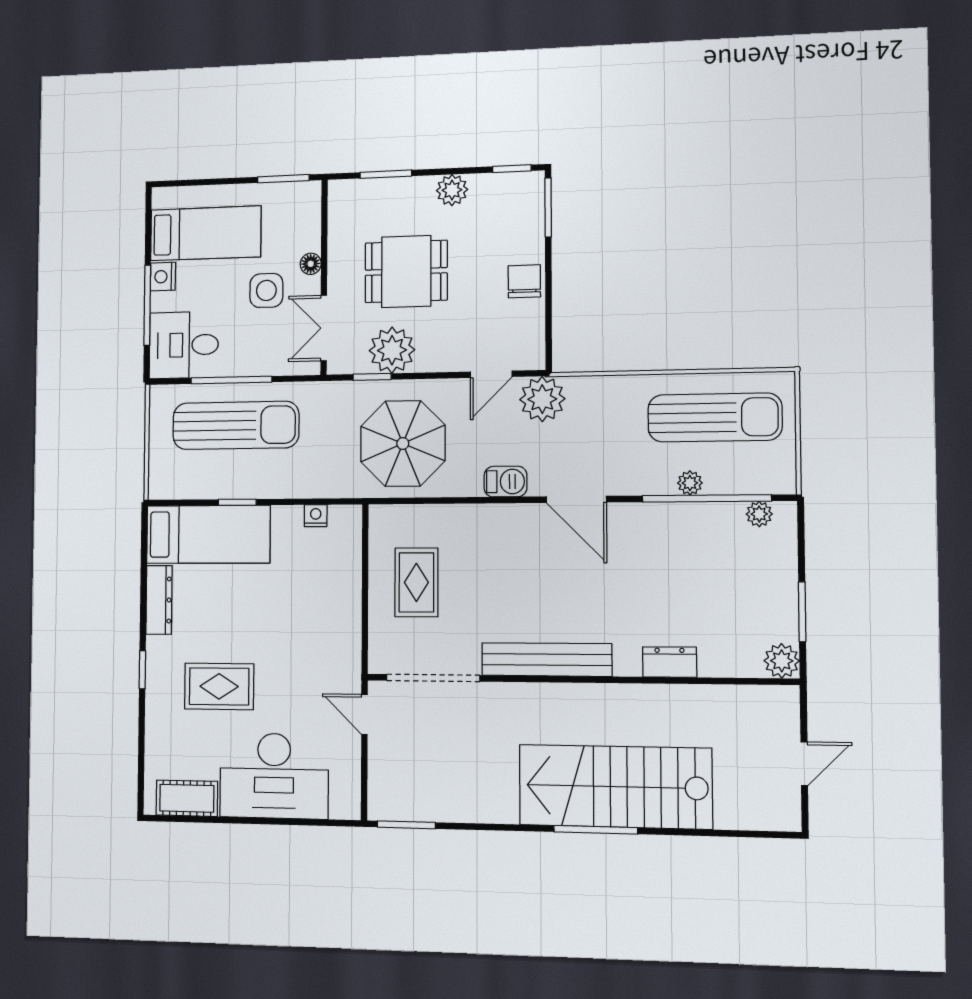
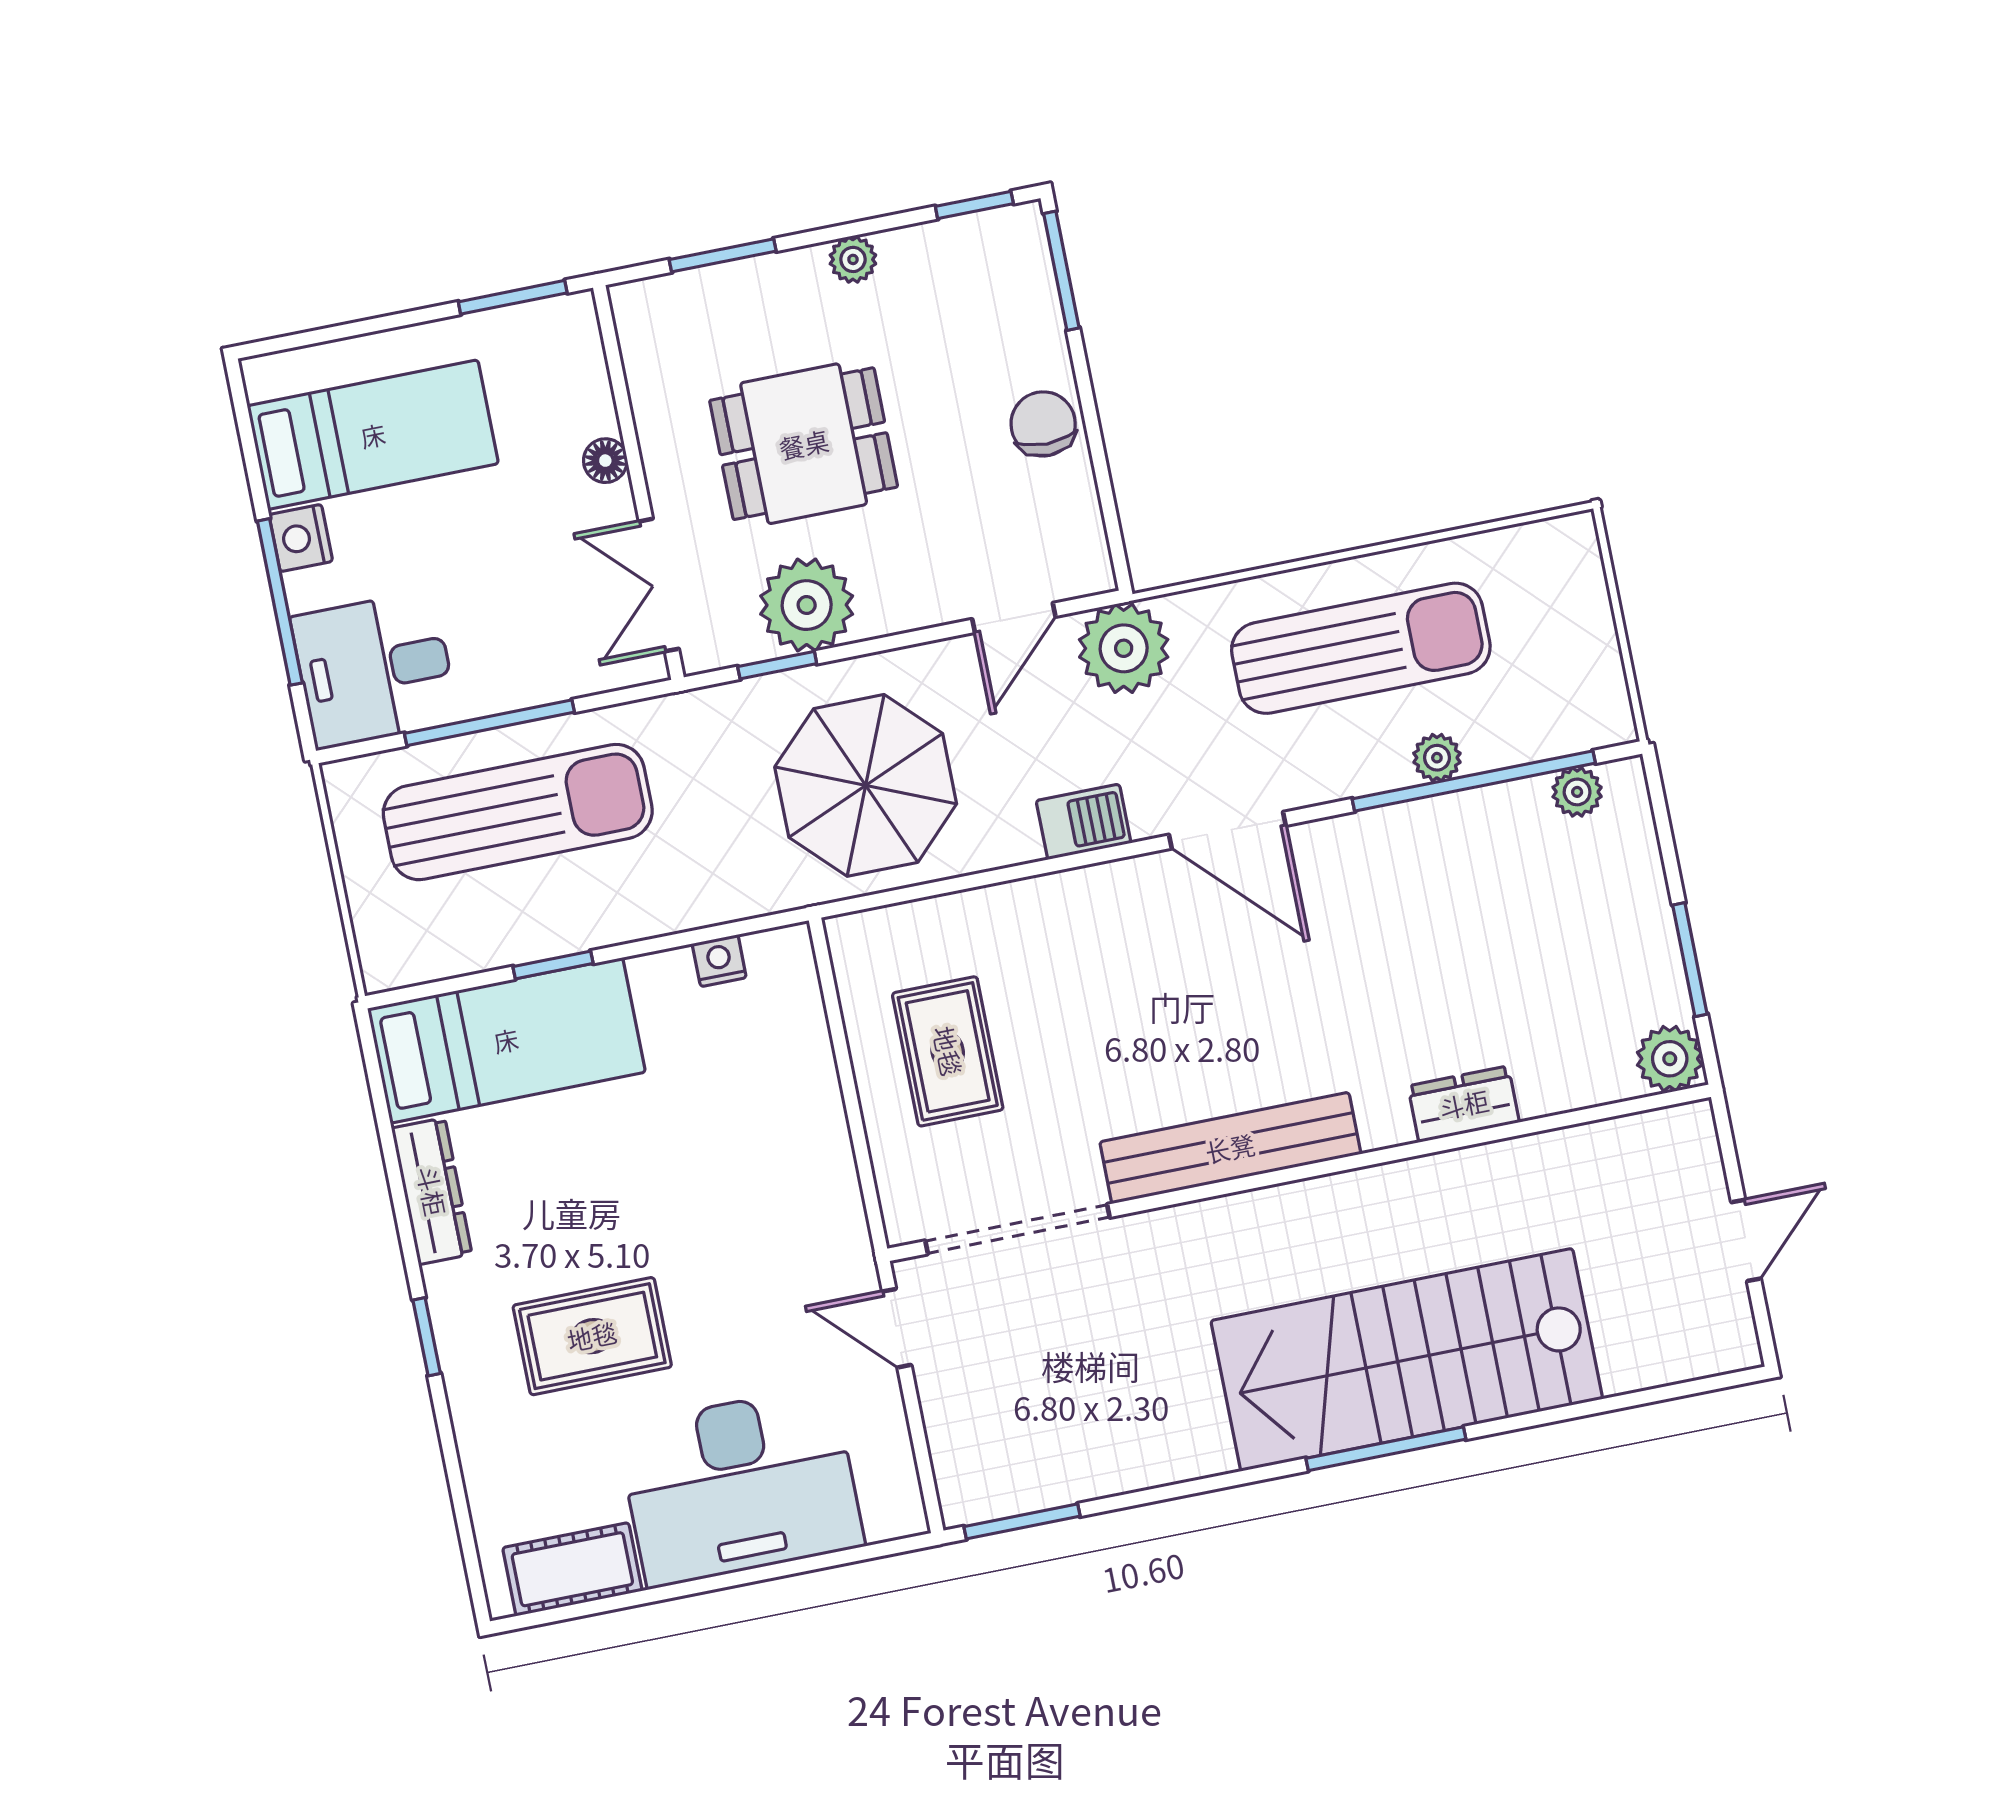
plant: (452, 190) -> (853, 259), width x0.73, depth x0.73
side table: (266, 290) -> (525, 530), removed
sun lounger: (715, 418) -> (1361, 648), moved

